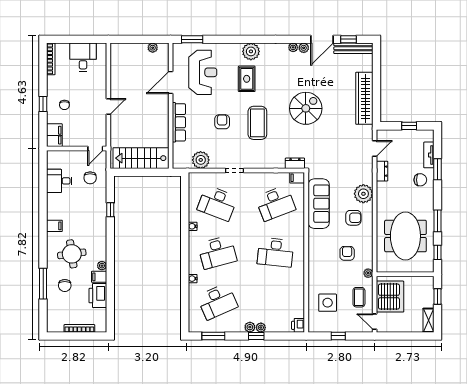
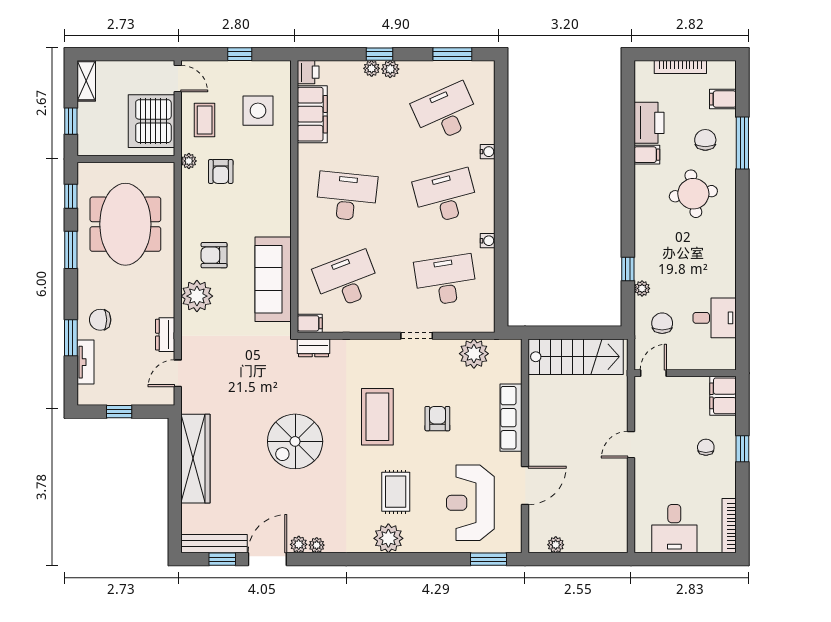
armchair: (222, 122) -> (437, 419), turned 180
desk: (217, 203) -> (446, 280), turned -30
filing cabinet: (54, 226) -> (723, 99), moved
armchair: (347, 253) -> (221, 171), moved
plant: (102, 266) -> (642, 288), moved
filing cabinet: (296, 301) -> (312, 114), added

